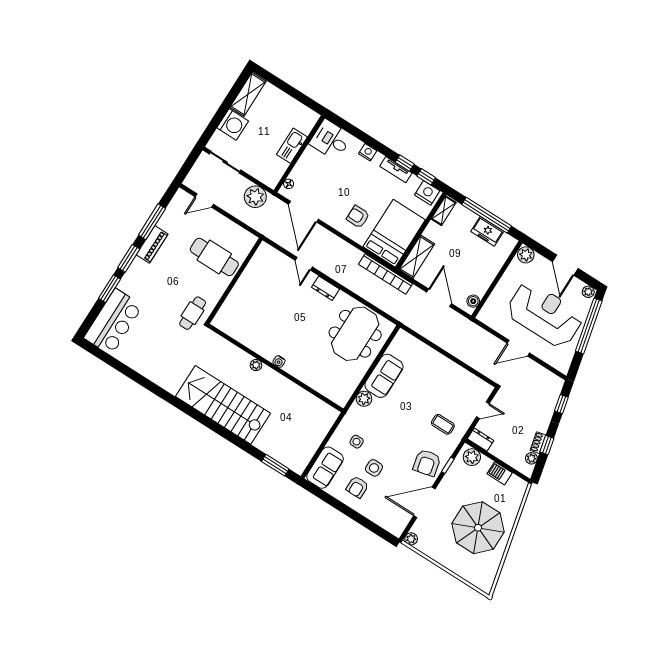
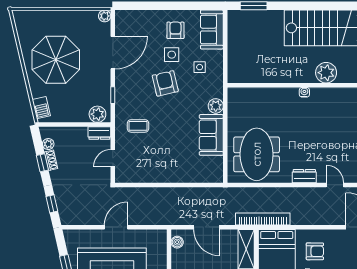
plant: (256, 365) -> (326, 73), width x1.87, depth x1.87
armchair: (427, 463) -> (165, 83), moved
barbecue: (500, 473) -> (41, 108), moved, turned 77

